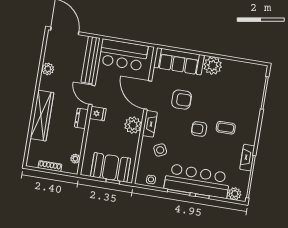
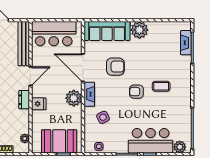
door: (92, 95) -> (30, 76), swing flipped
fridge: (98, 114) -> (39, 104), moved
fireplace: (247, 158) -> (186, 43), moved
bar counter: (197, 181) -> (151, 141), width x0.73

